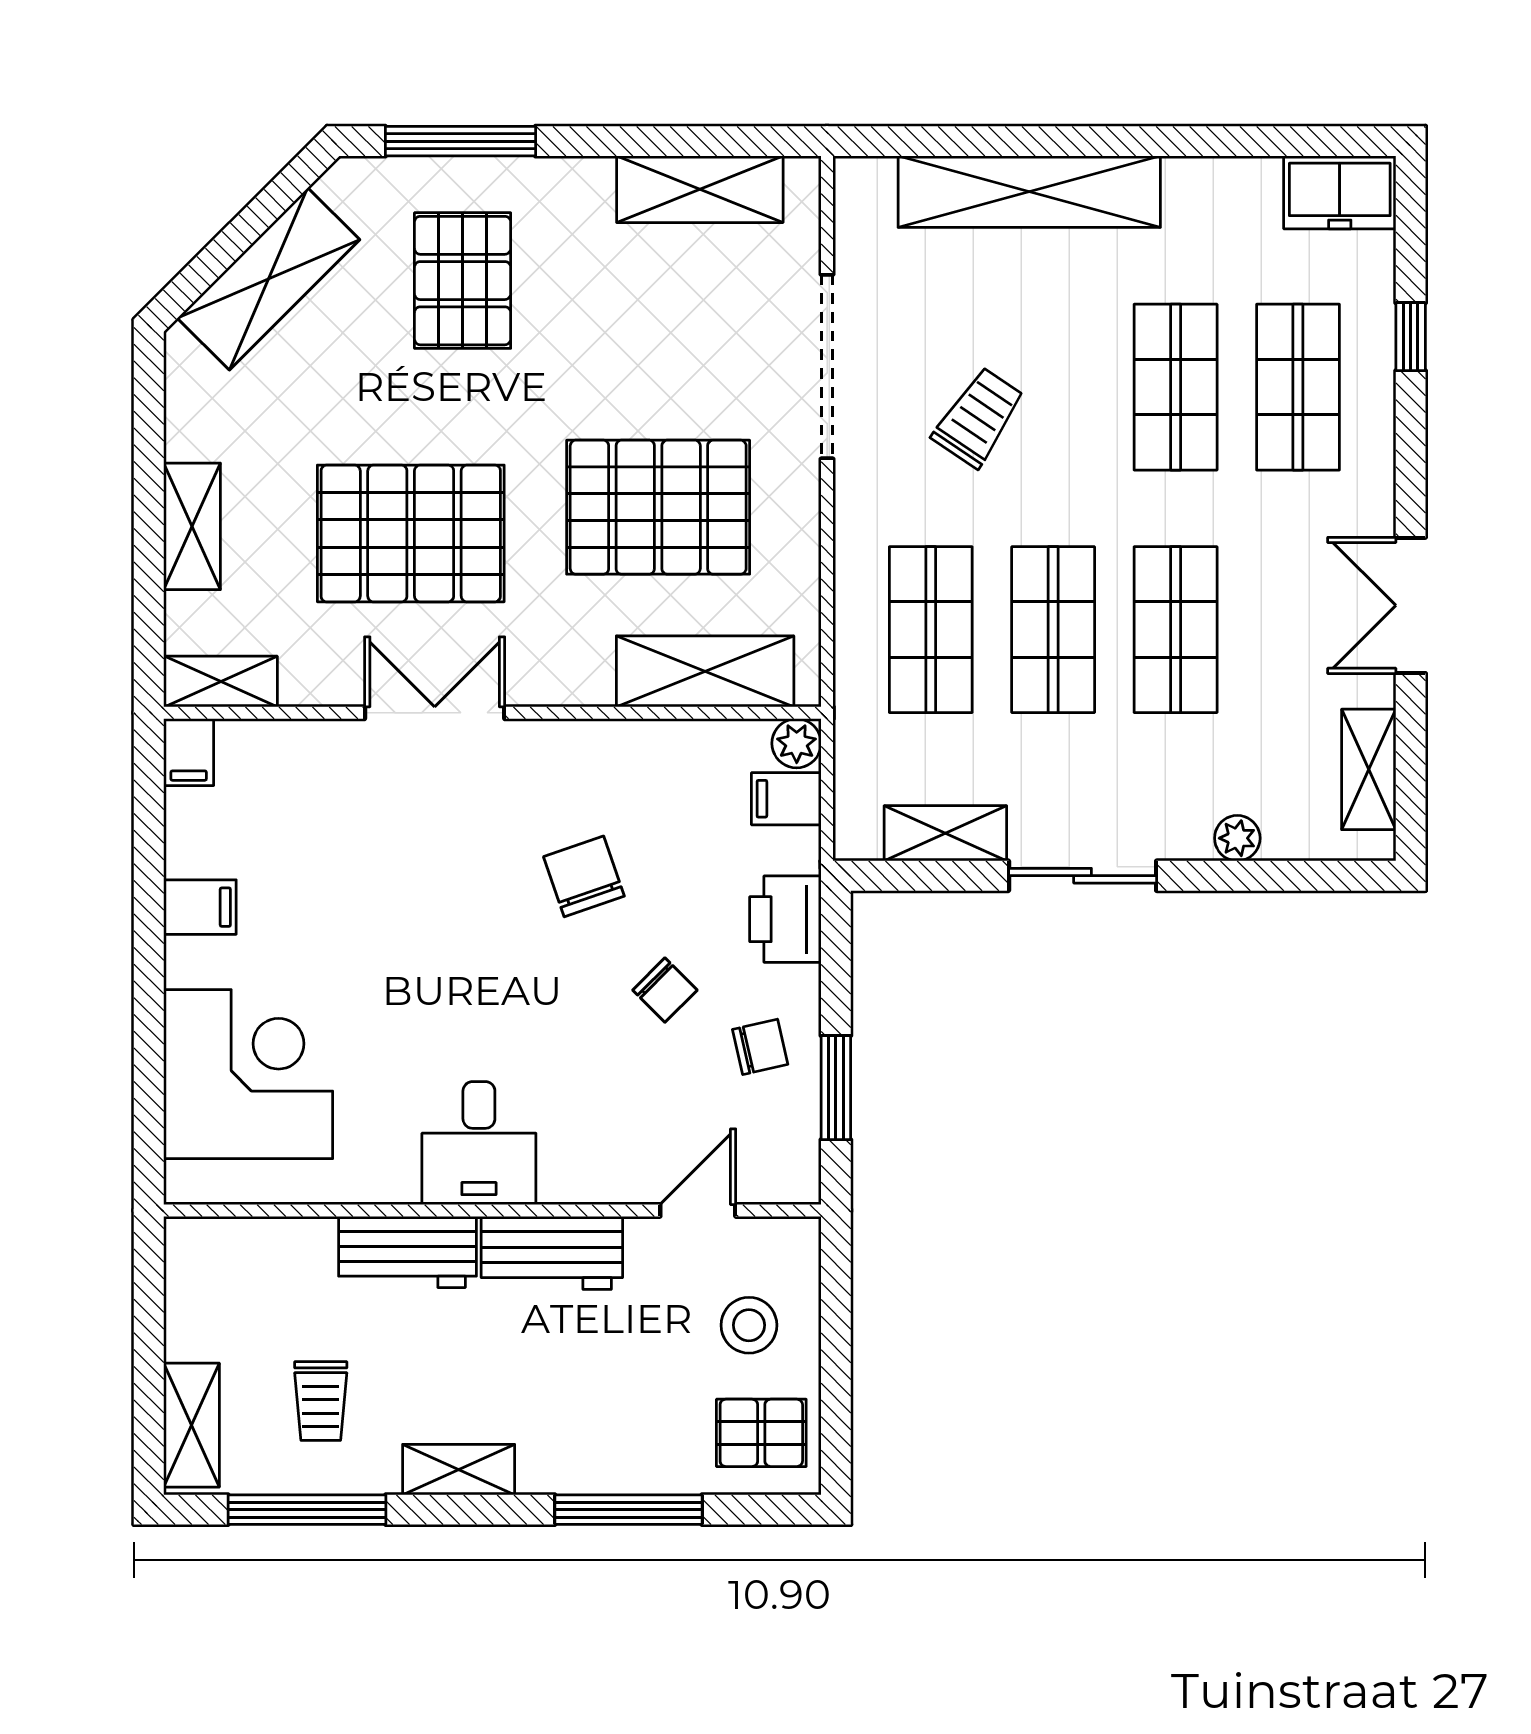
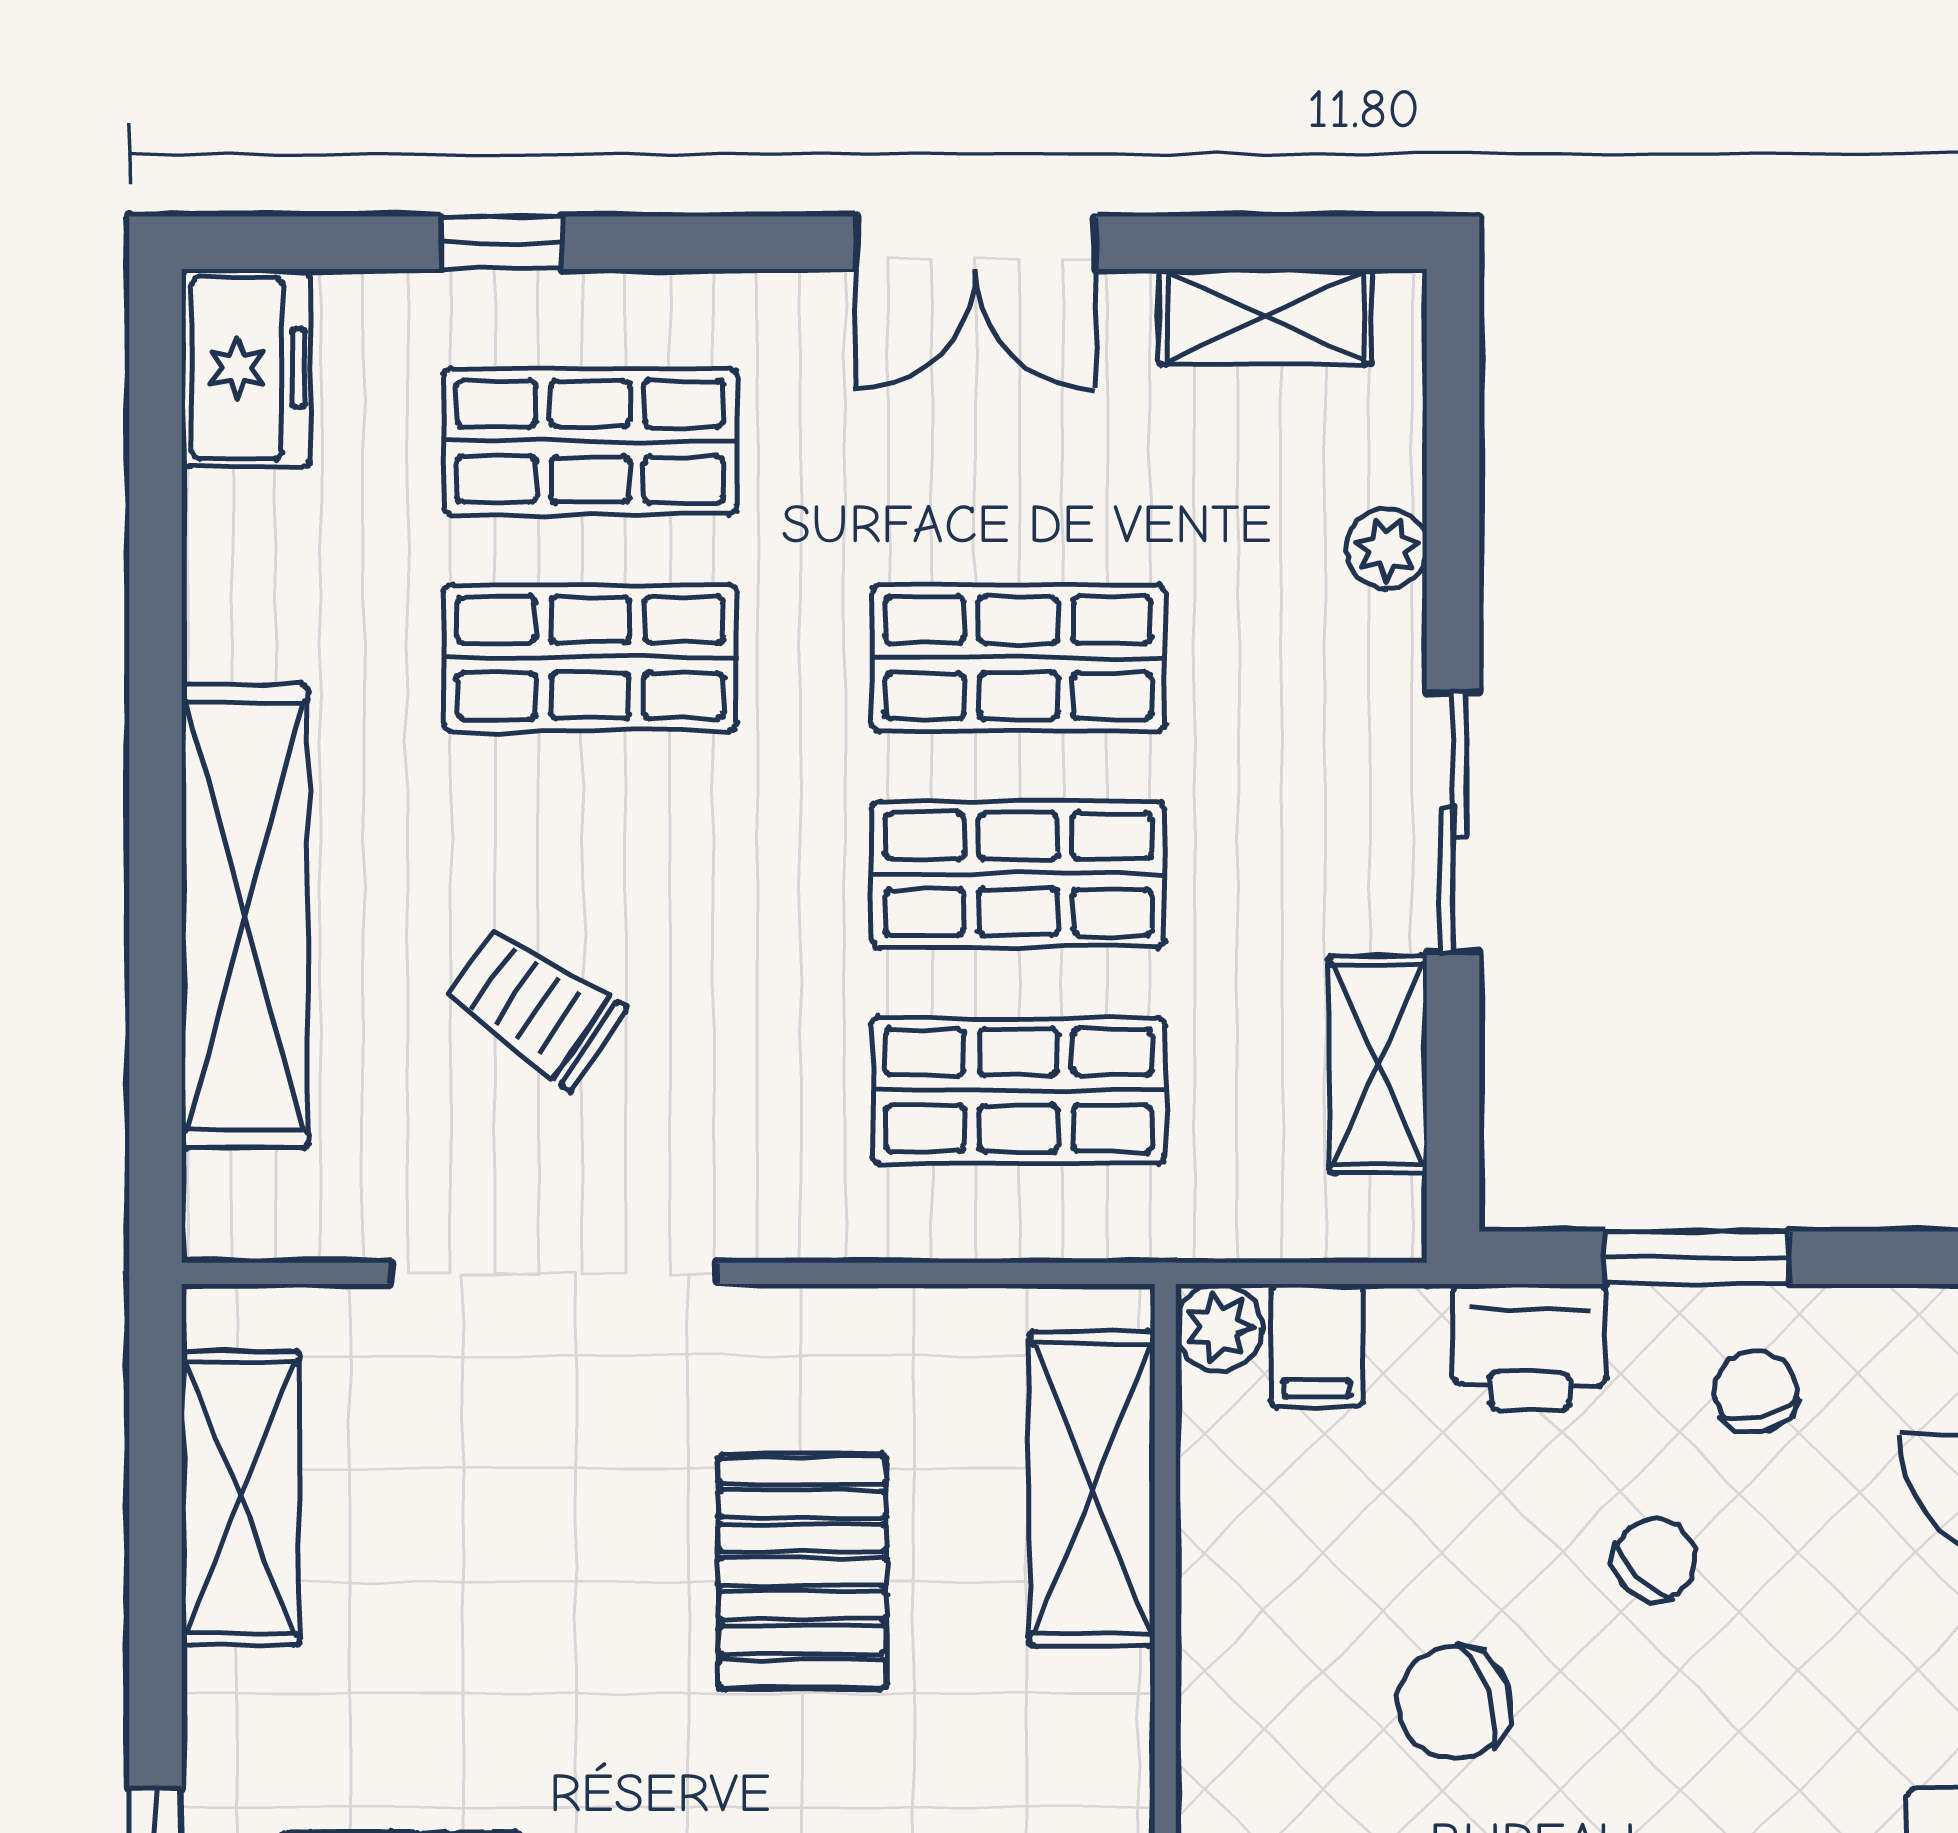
trolley: (978, 417) -> (535, 1007), moved
pallet: (658, 507) -> (802, 1572), width x0.73, depth x0.71
window: (836, 1088) -> (1697, 1258), moved

